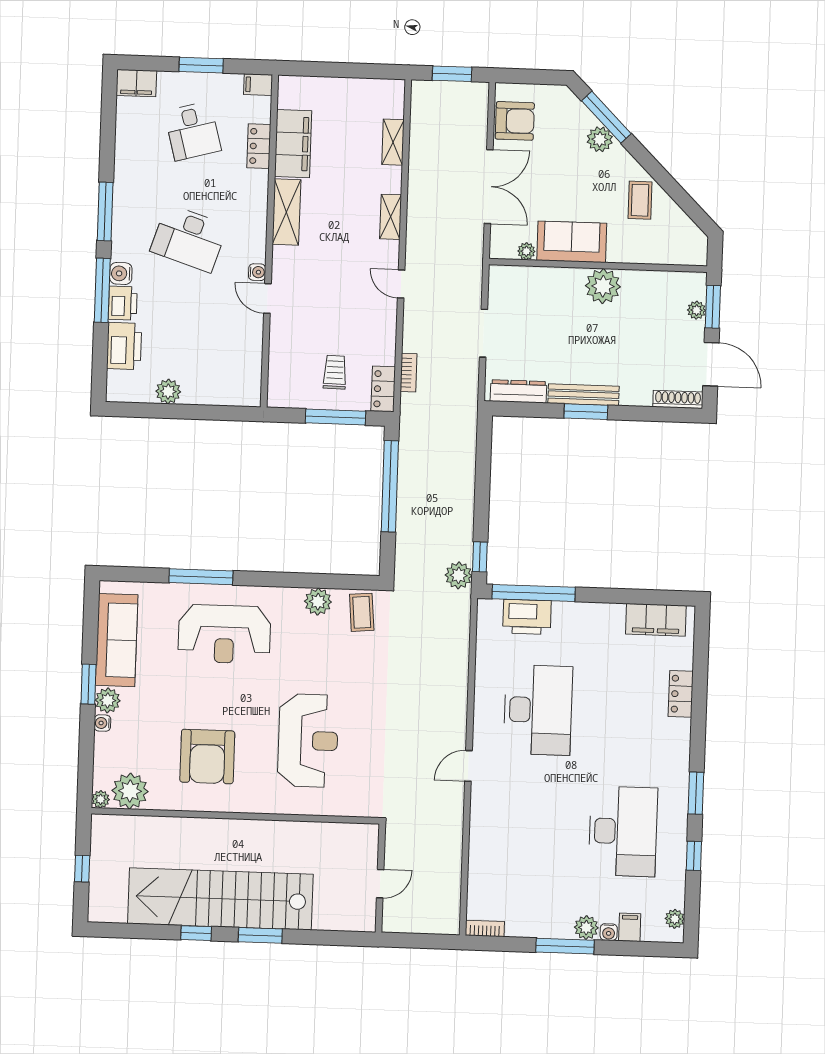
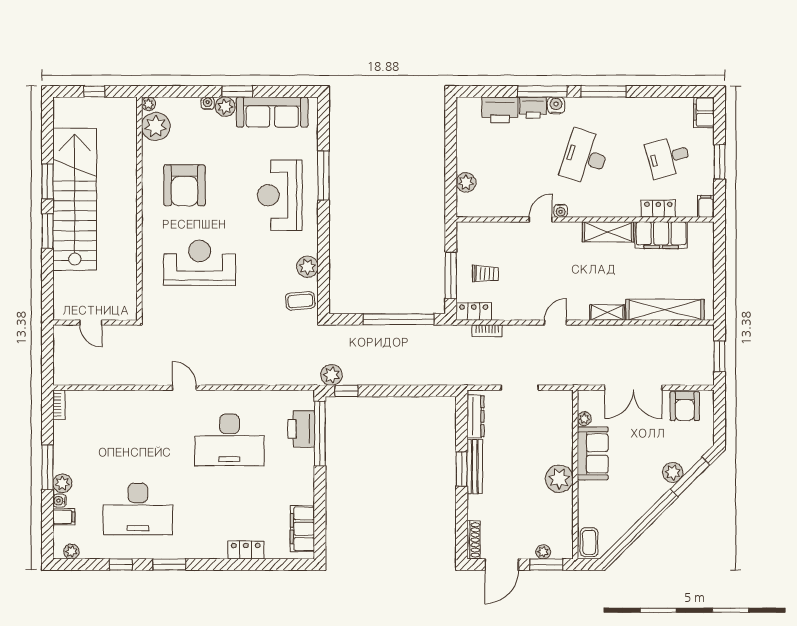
shelving: (393, 142) -> (665, 310), width x2.20, depth x1.33
coffee table: (640, 200) -> (589, 542), moved, turned 90
plant: (168, 391) -> (466, 182), moved
reception desk: (308, 741) -> (200, 263), turned 180
armchair: (207, 757) -> (184, 185), turned -90
window: (196, 933) -> (48, 181), width x1.50

